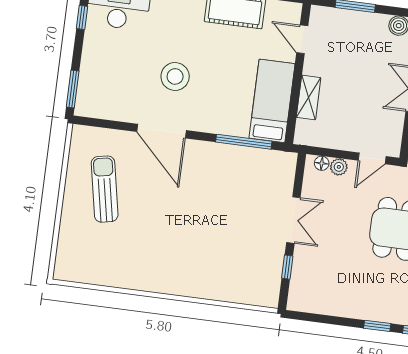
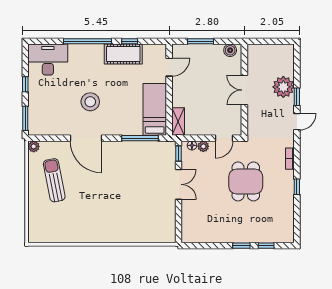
window: (82, 17) -> (25, 84), moved
door: (302, 39) -> (169, 67), swing flipped
shelving: (309, 98) -> (178, 121), moved
plant: (80, 133) -> (34, 146), added
window: (287, 267) -> (179, 154), moved

